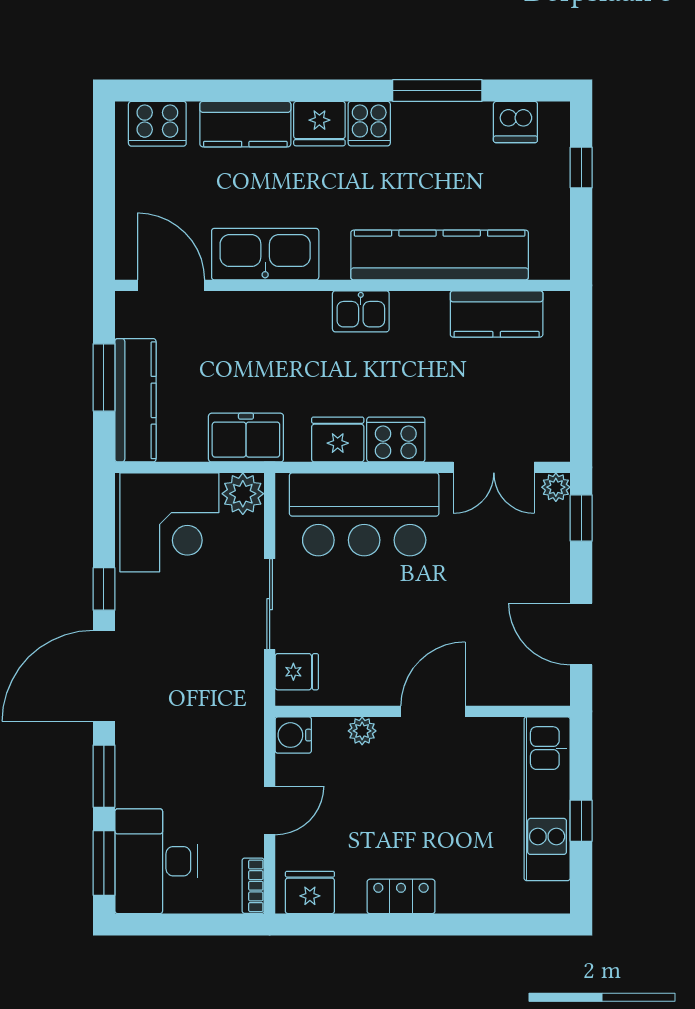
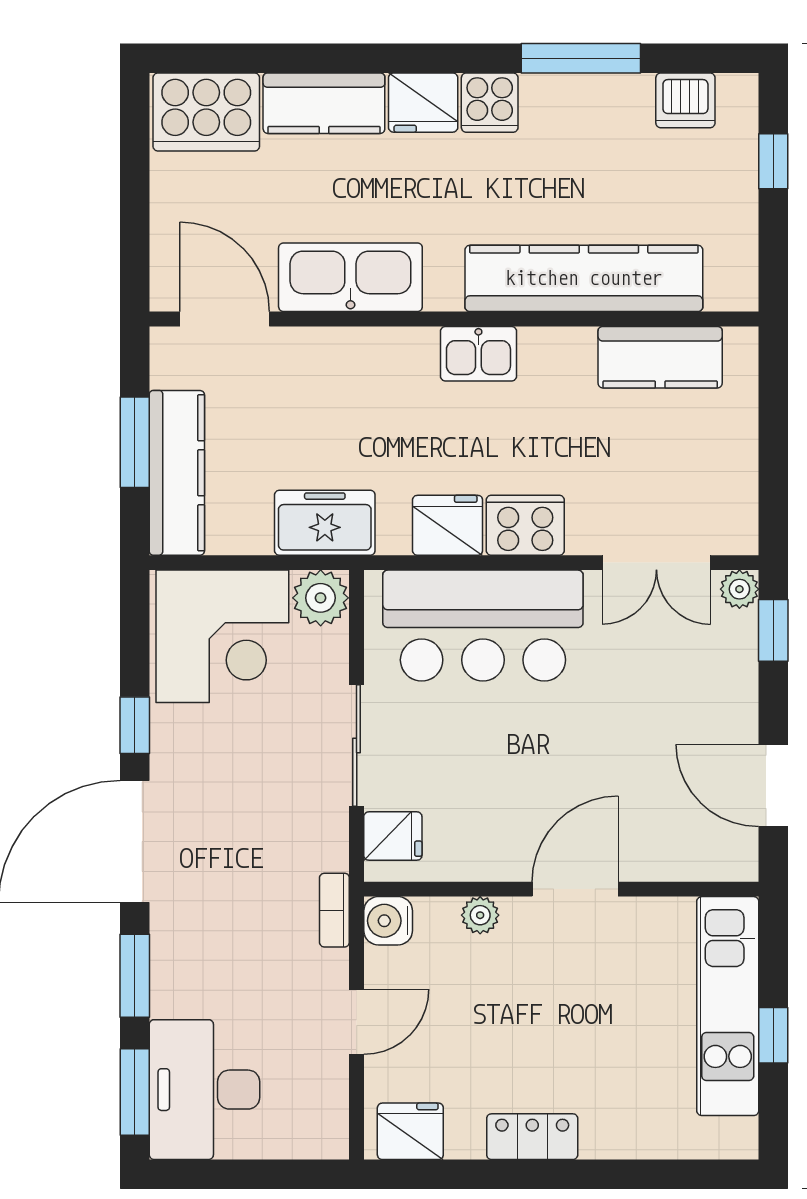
cooker: (157, 124) -> (206, 112), width x1.37, depth x1.31
bookcase: (253, 886) -> (334, 910), moved

